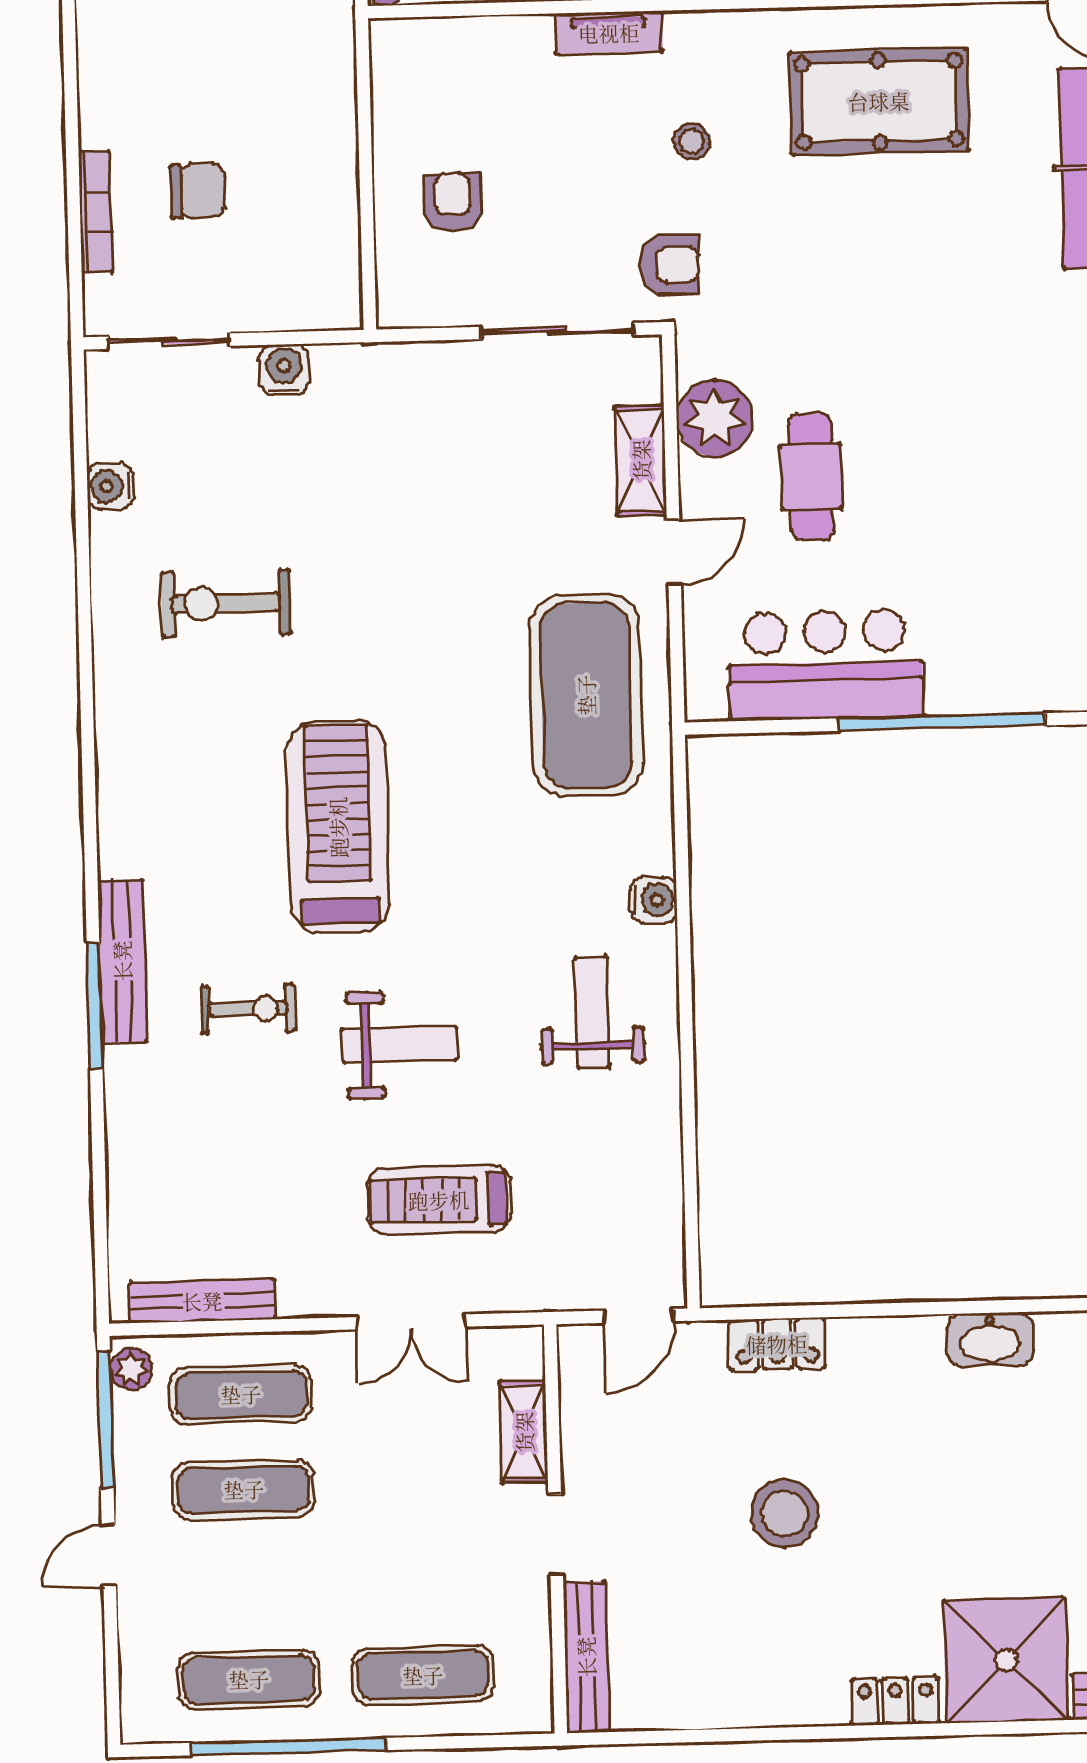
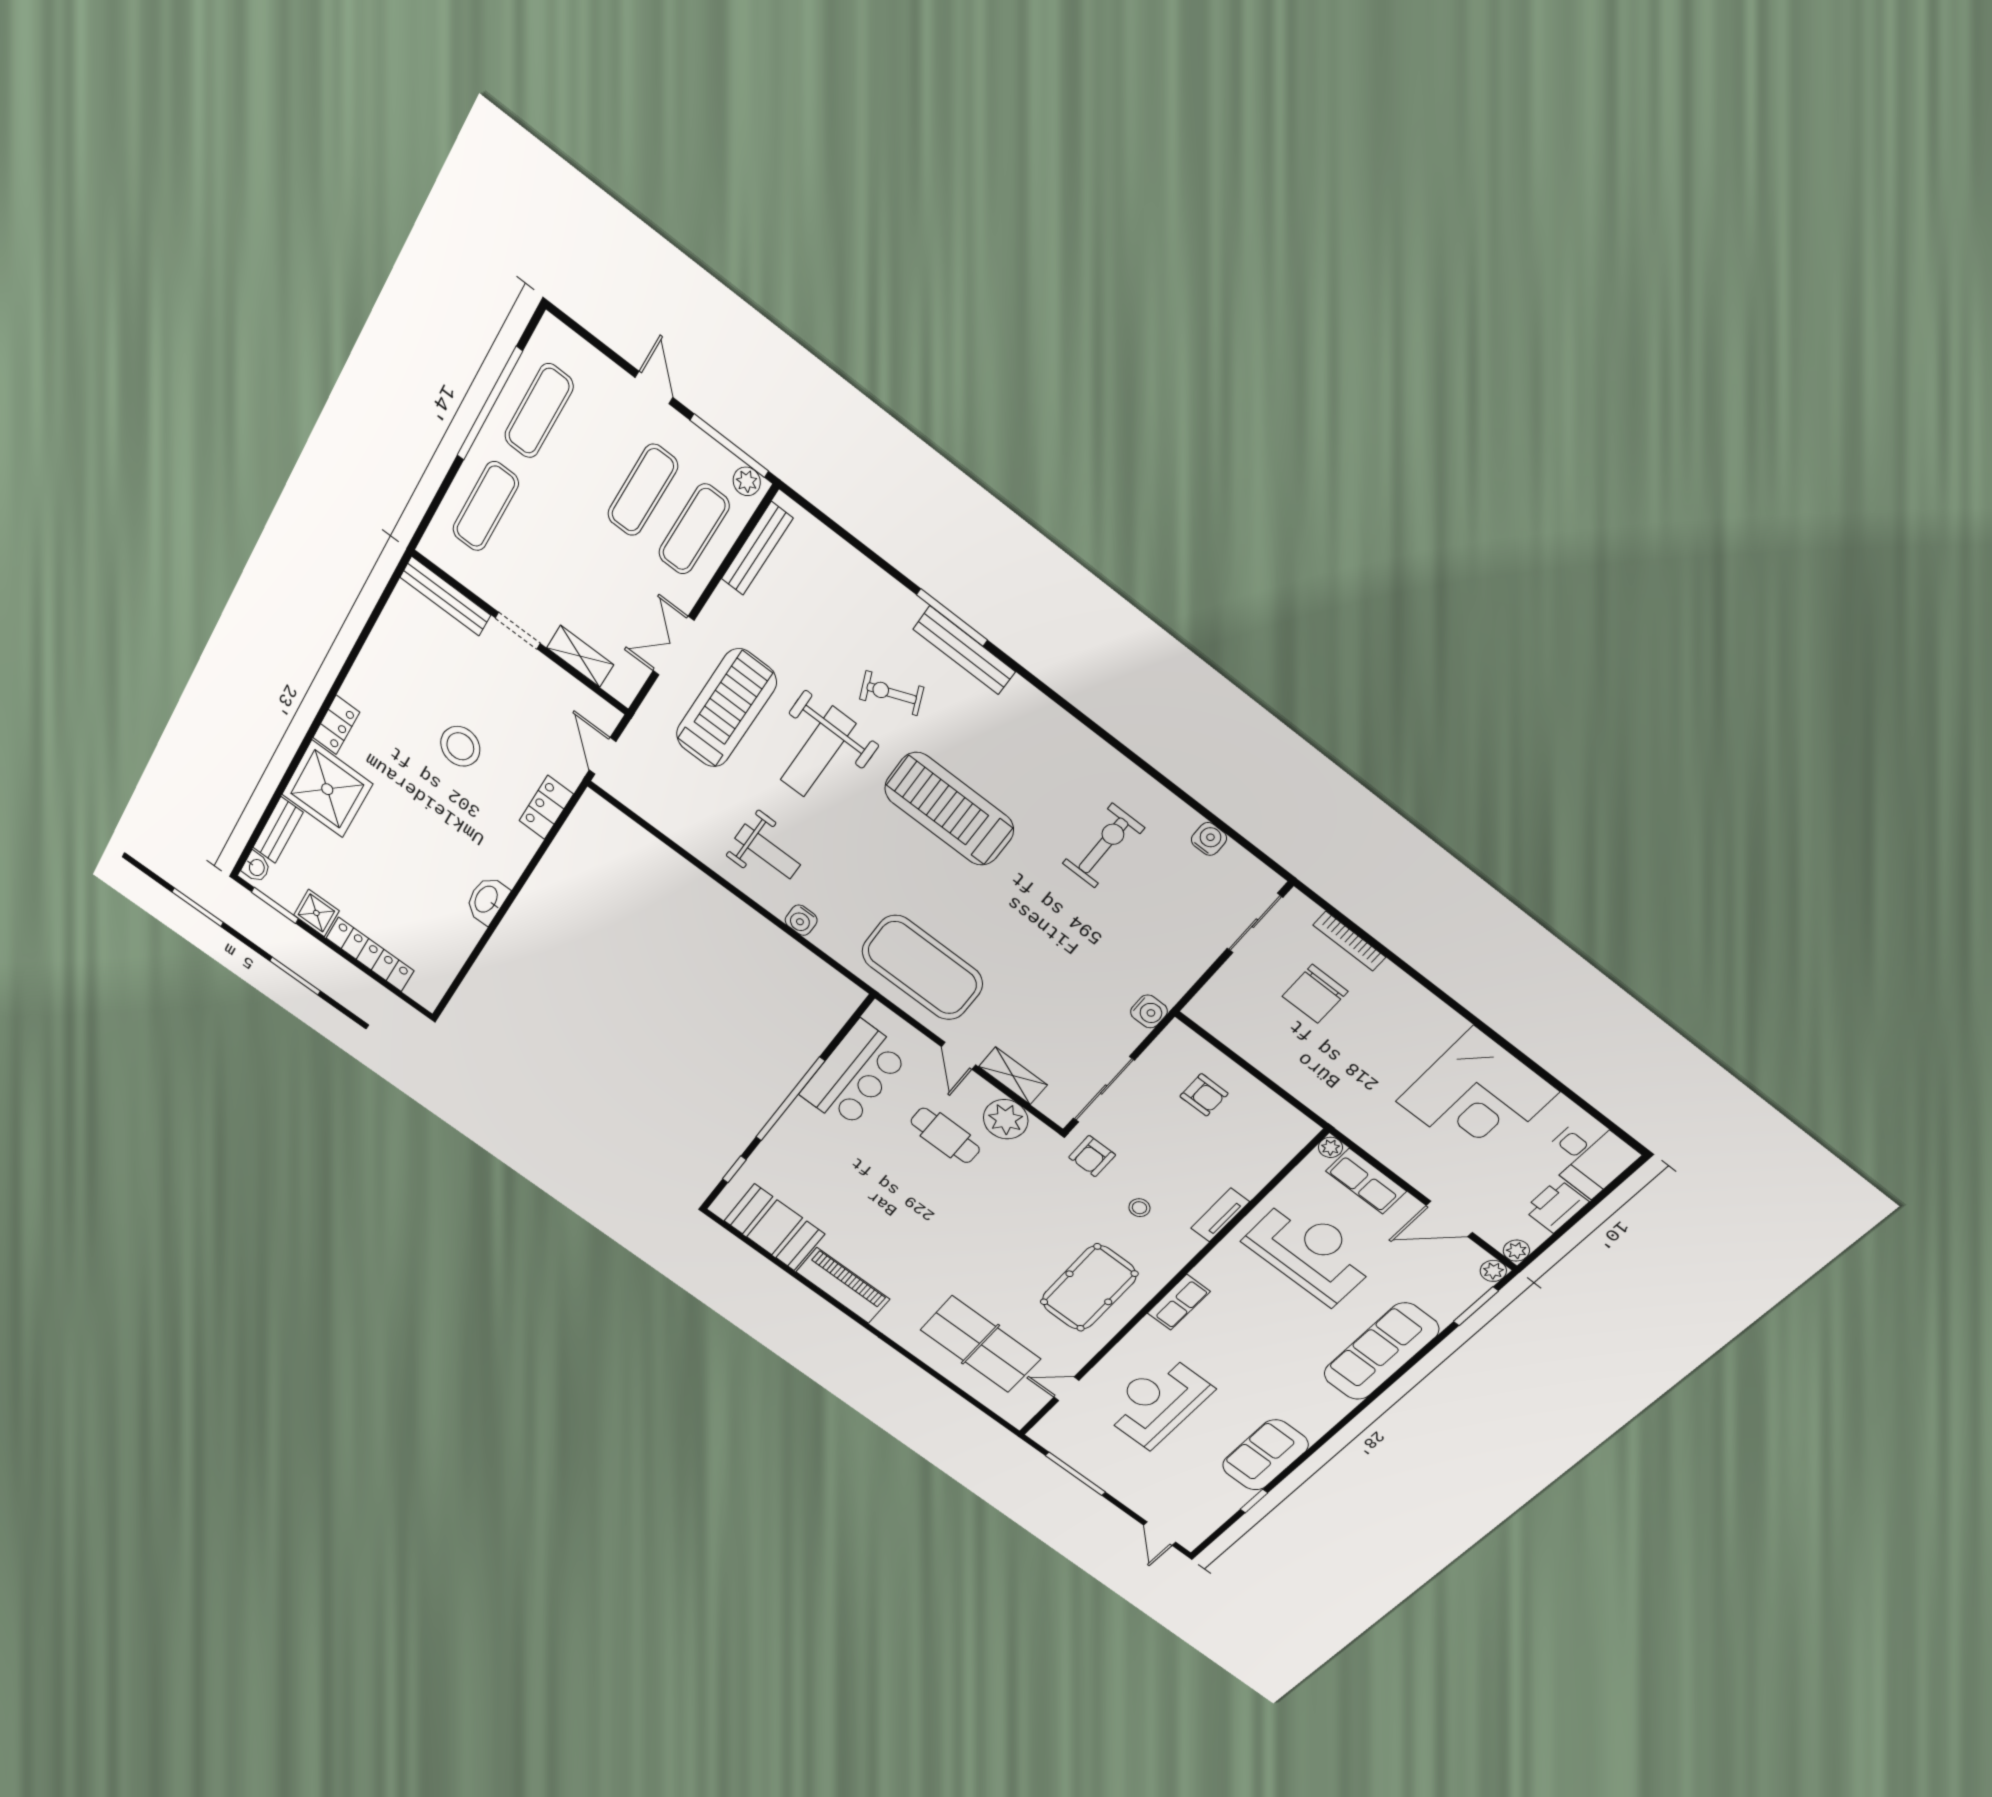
chair: (197, 191) -> (1315, 994), width x1.37, depth x1.37
water cooler: (284, 370) -> (1149, 1011), moved
treadmill: (338, 827) -> (949, 809), turned 180
exercise bike: (248, 1009) -> (892, 693), turned 68
weight bench: (400, 1044) -> (818, 752), width x1.36, depth x1.33
treadmill: (439, 1200) -> (726, 708), width x1.37, depth x1.38

